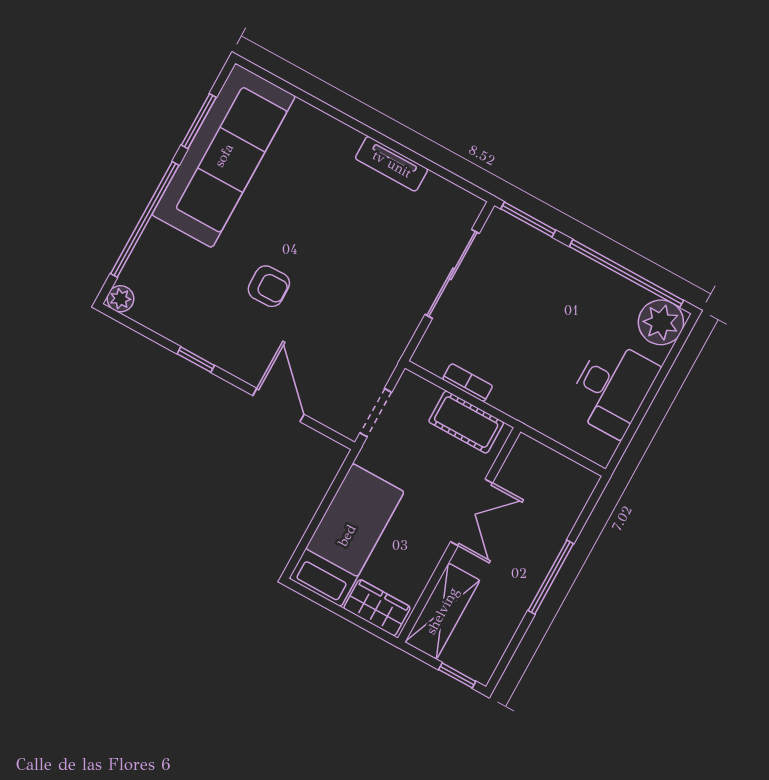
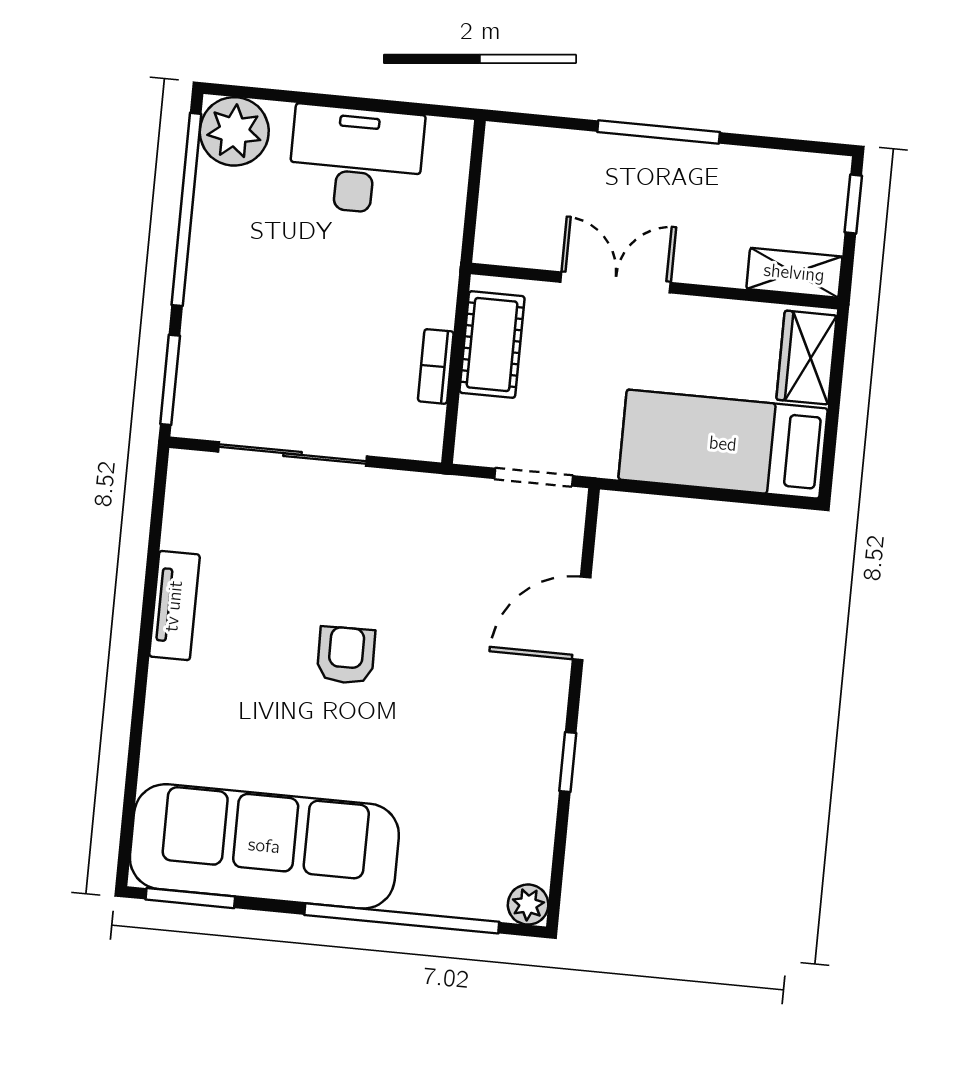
window: (199, 121) -> (190, 898), moved
armchair: (269, 286) -> (346, 655), moved
shelving: (442, 611) -> (794, 273), width x0.67, depth x0.75

